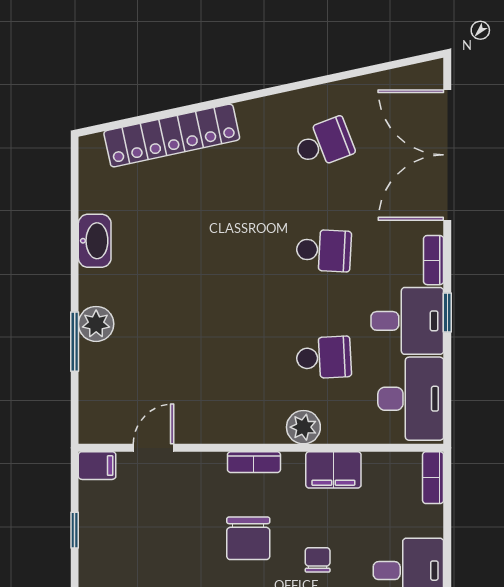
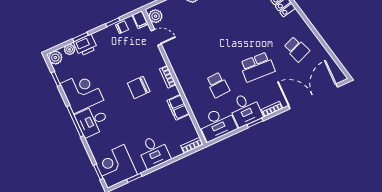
school desk: (324, 250) -> (257, 67), width x1.85
plant: (303, 427) -> (156, 16), moved
chair: (318, 560) -> (122, 27), moved

